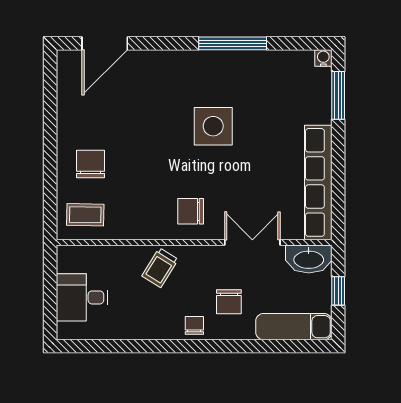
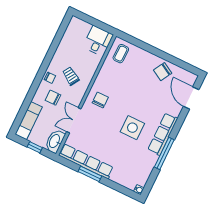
row of seats: (198, 64) -> (163, 134), added
window: (338, 95) -> (90, 174), moved
chair: (90, 164) -> (163, 72), moved, turned 120
double door: (252, 242) -> (74, 120), swing flipped
trolley: (160, 268) -> (71, 76), moved
desk: (82, 297) -> (98, 41), moved

